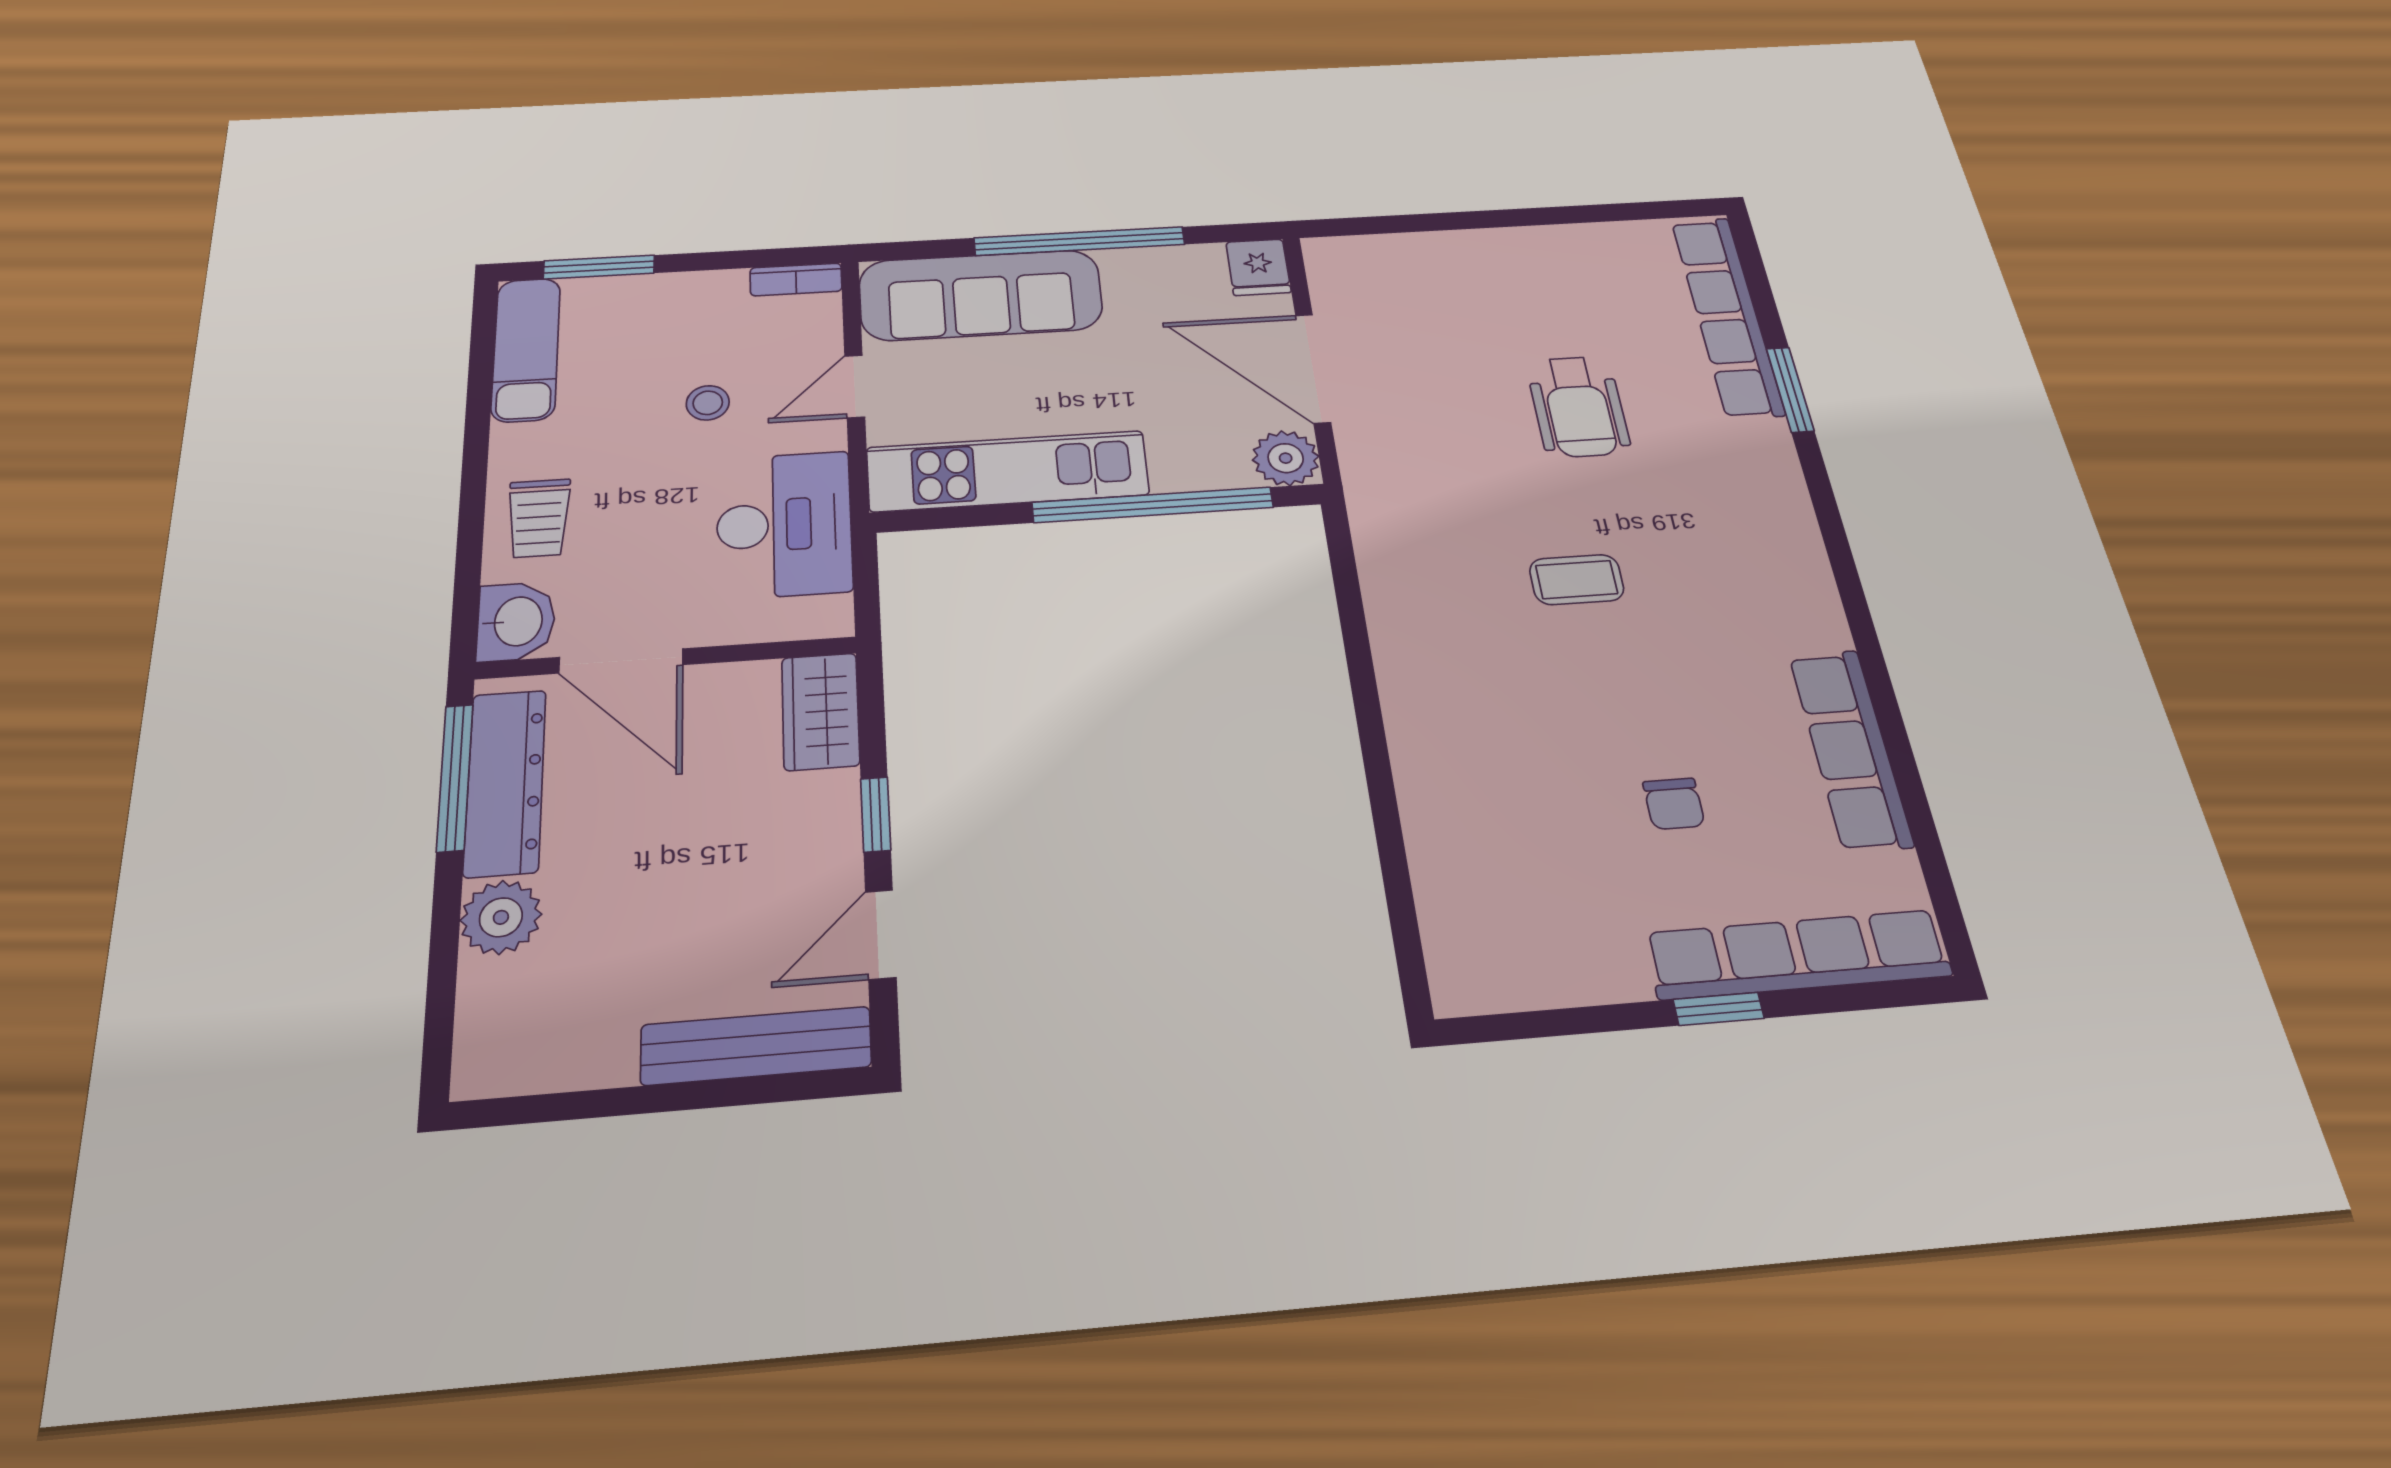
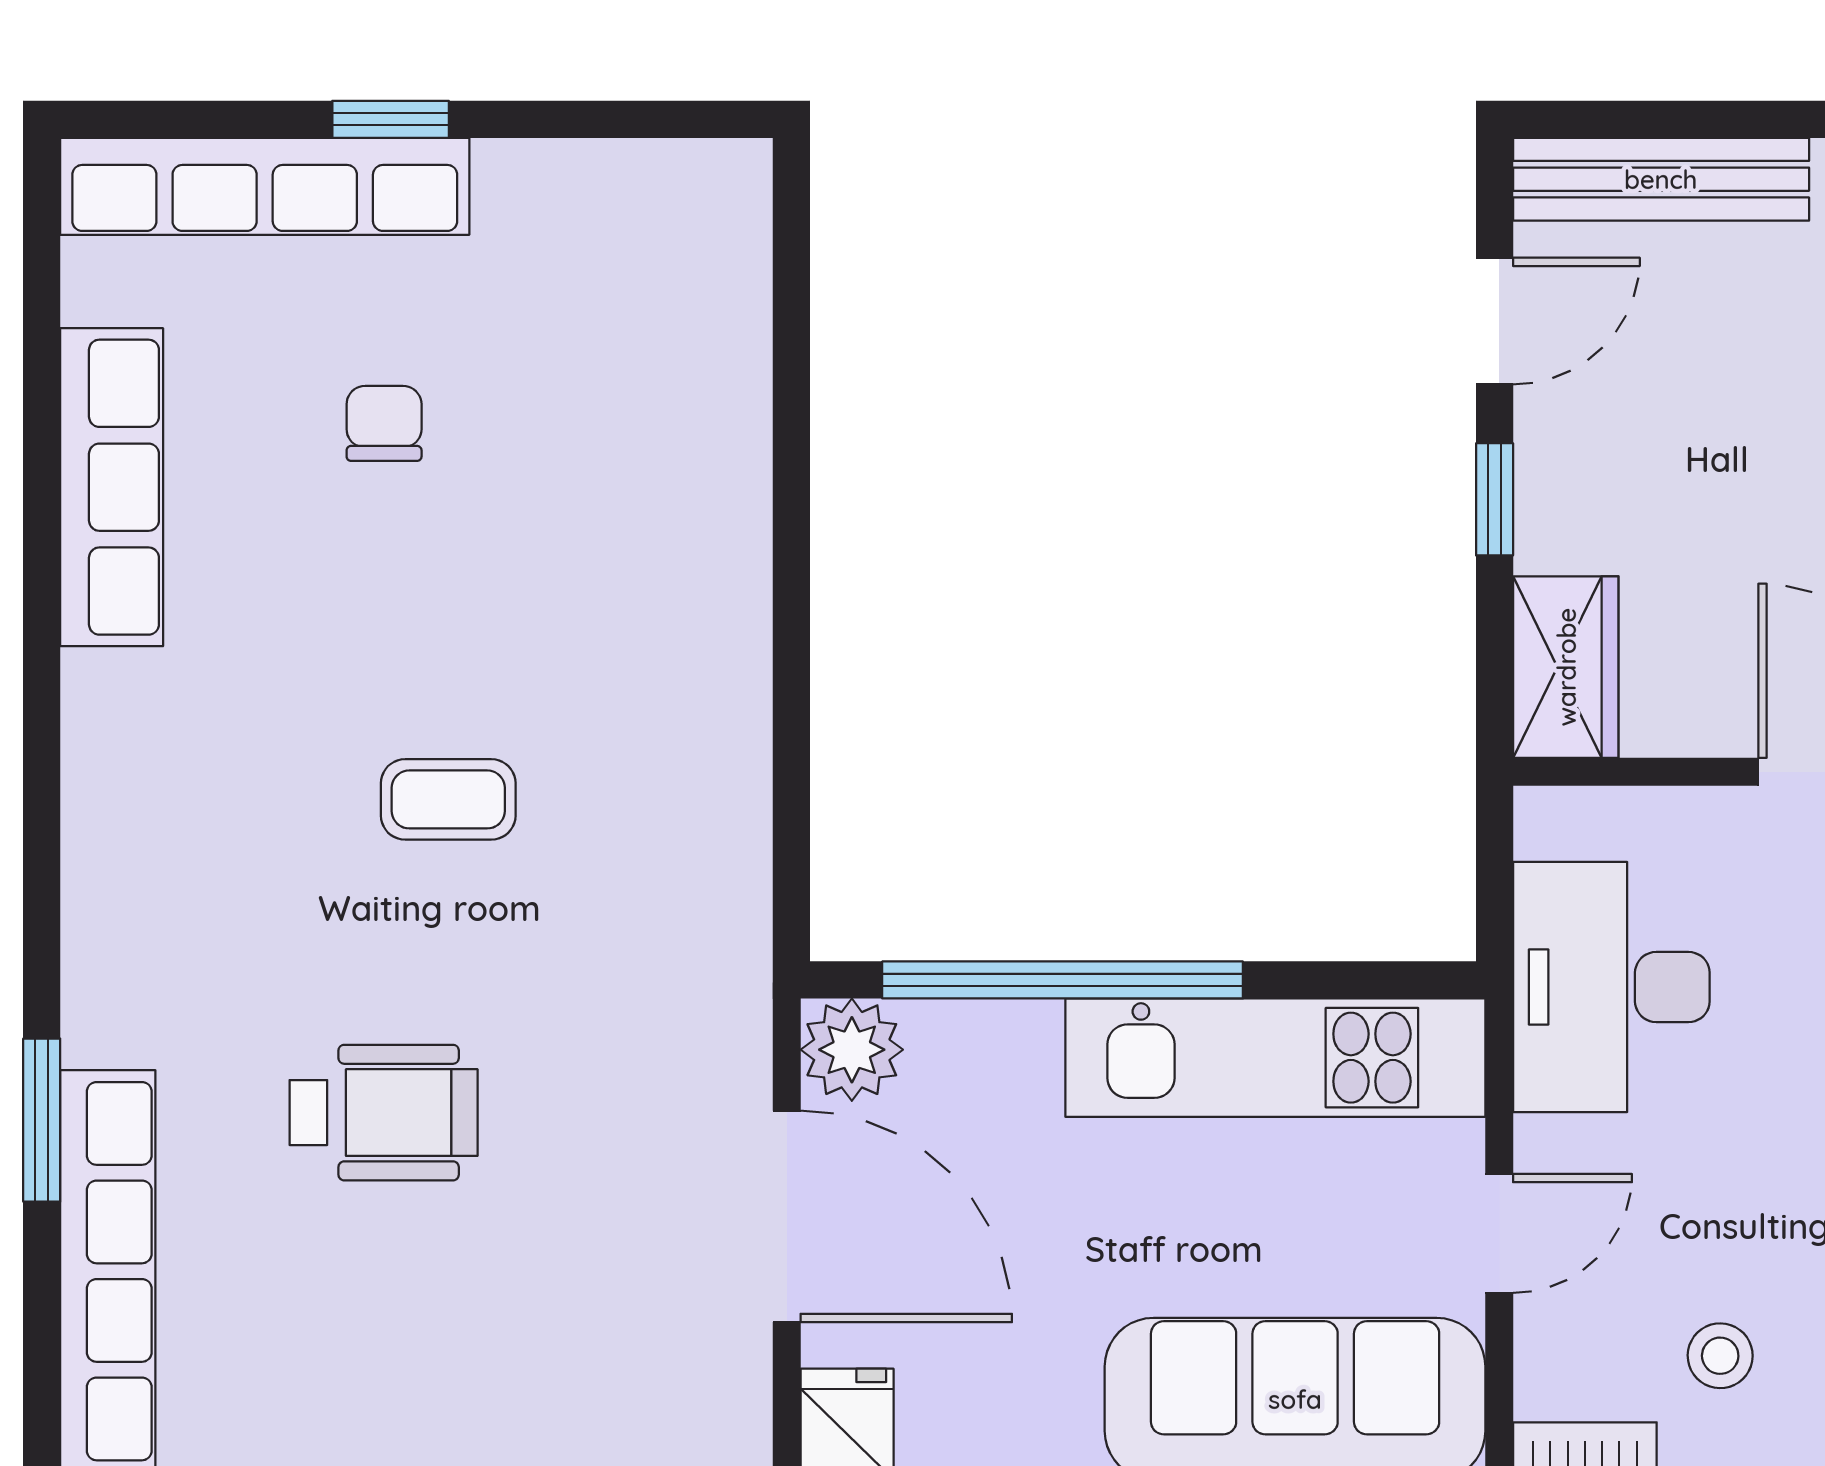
stool: (708, 403) -> (1720, 1356), moved
wheelchair: (1578, 406) -> (384, 1113), turned 90

